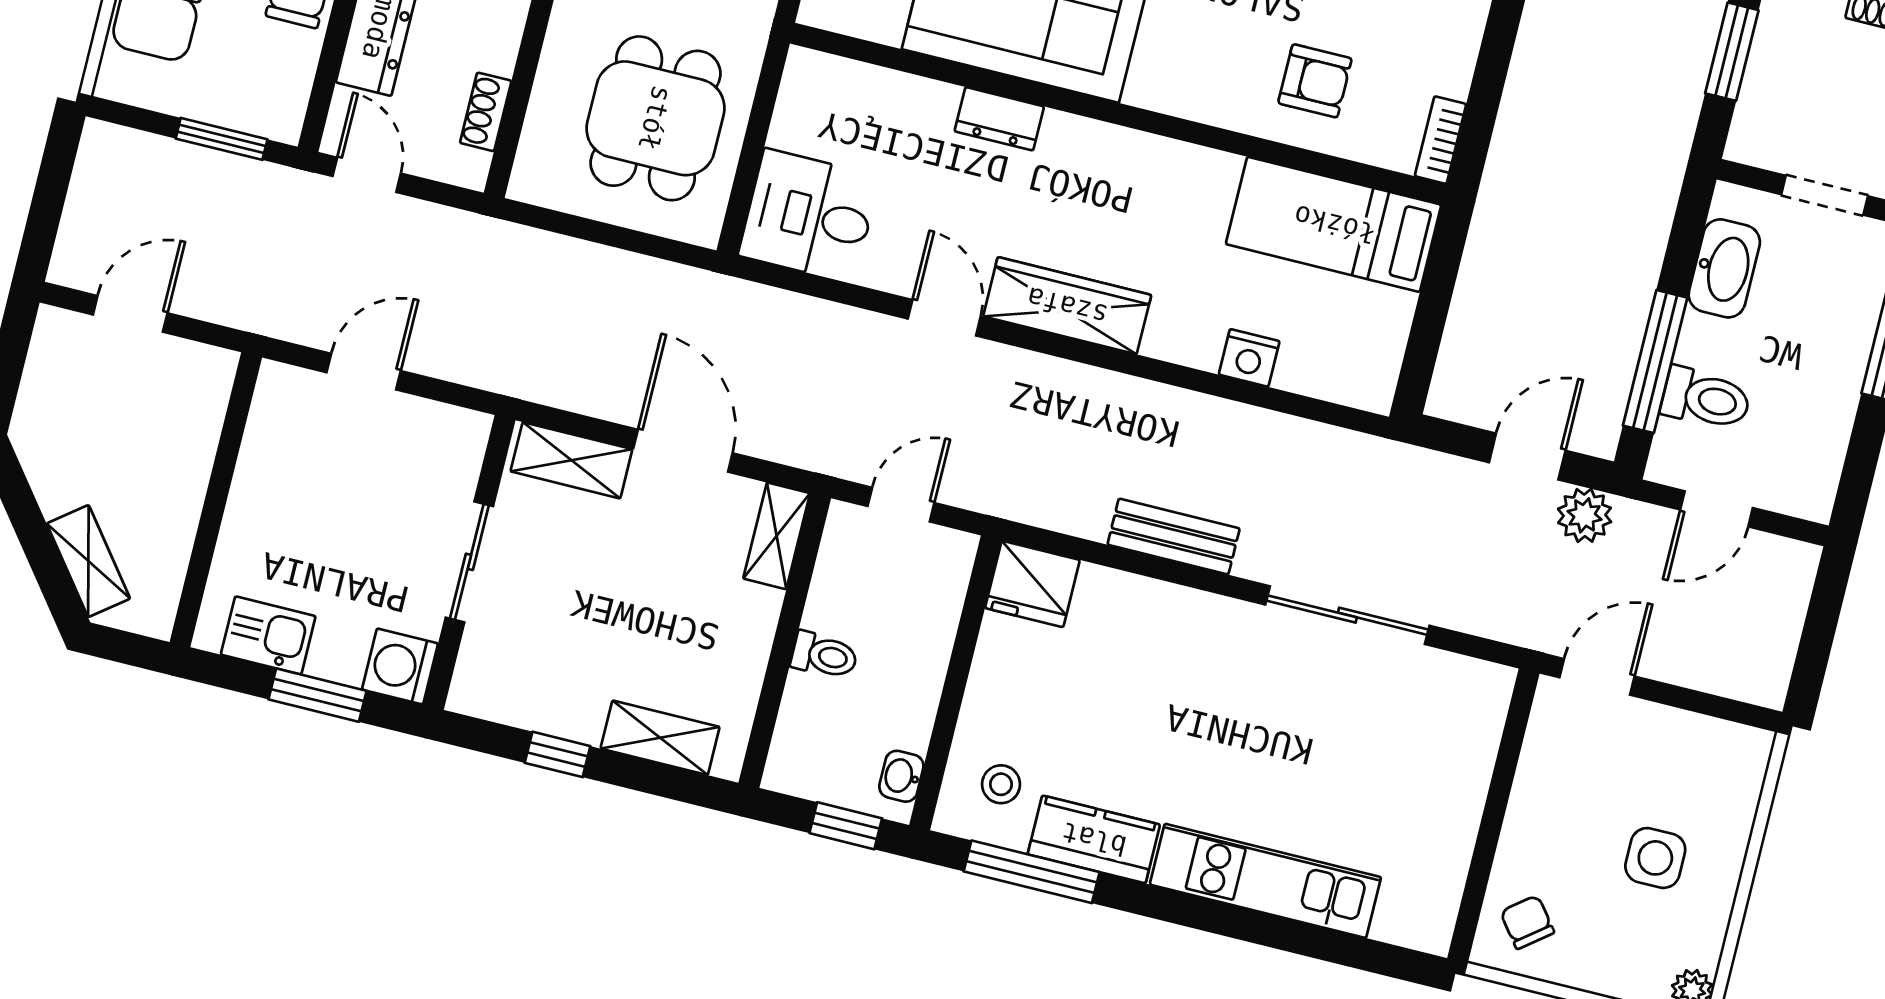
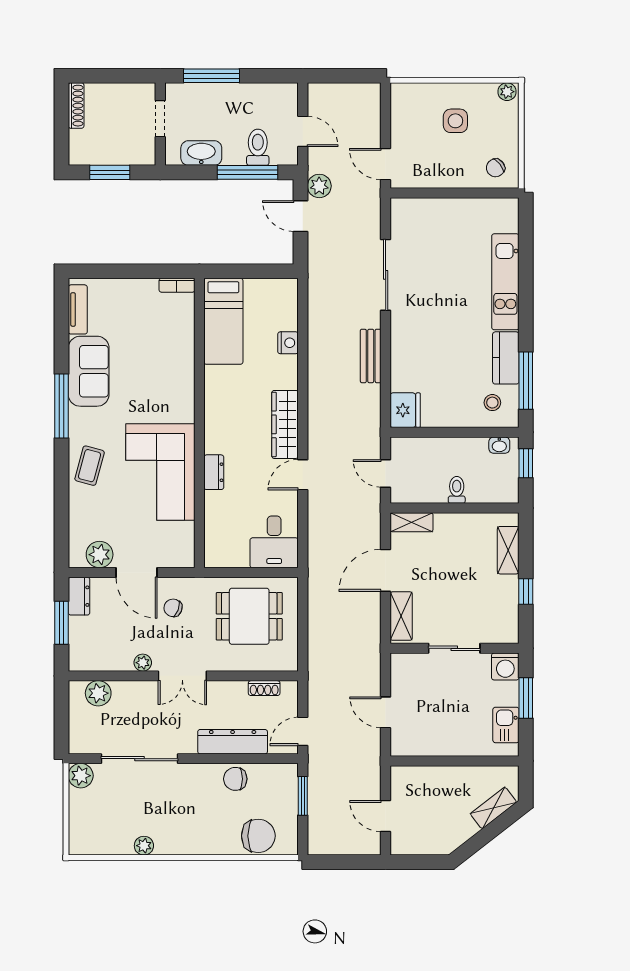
armchair: (1315, 81) -> (165, 344), removed

